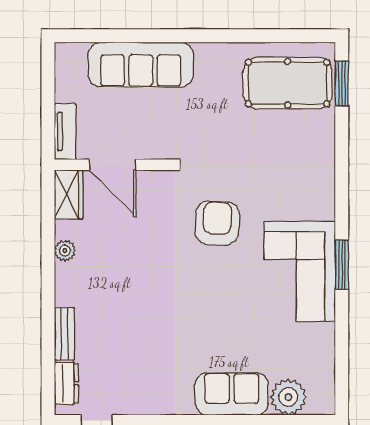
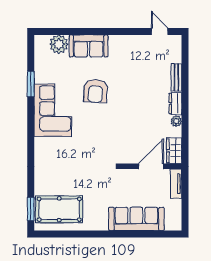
door: (113, 165) -> (151, 166), hinge flipped
armchair: (217, 223) -> (95, 91), moved
window: (342, 265) -> (31, 84), moved
dresser: (66, 383) -> (175, 103), moved

